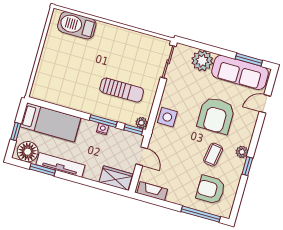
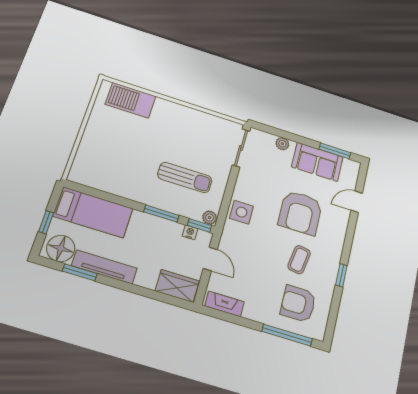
plant: (202, 61) -> (282, 144), width x0.53, depth x0.53
sofa: (240, 72) -> (317, 162), width x0.73
nightstand: (103, 129) -> (190, 232), moved
plant: (242, 152) -> (334, 258), removed

